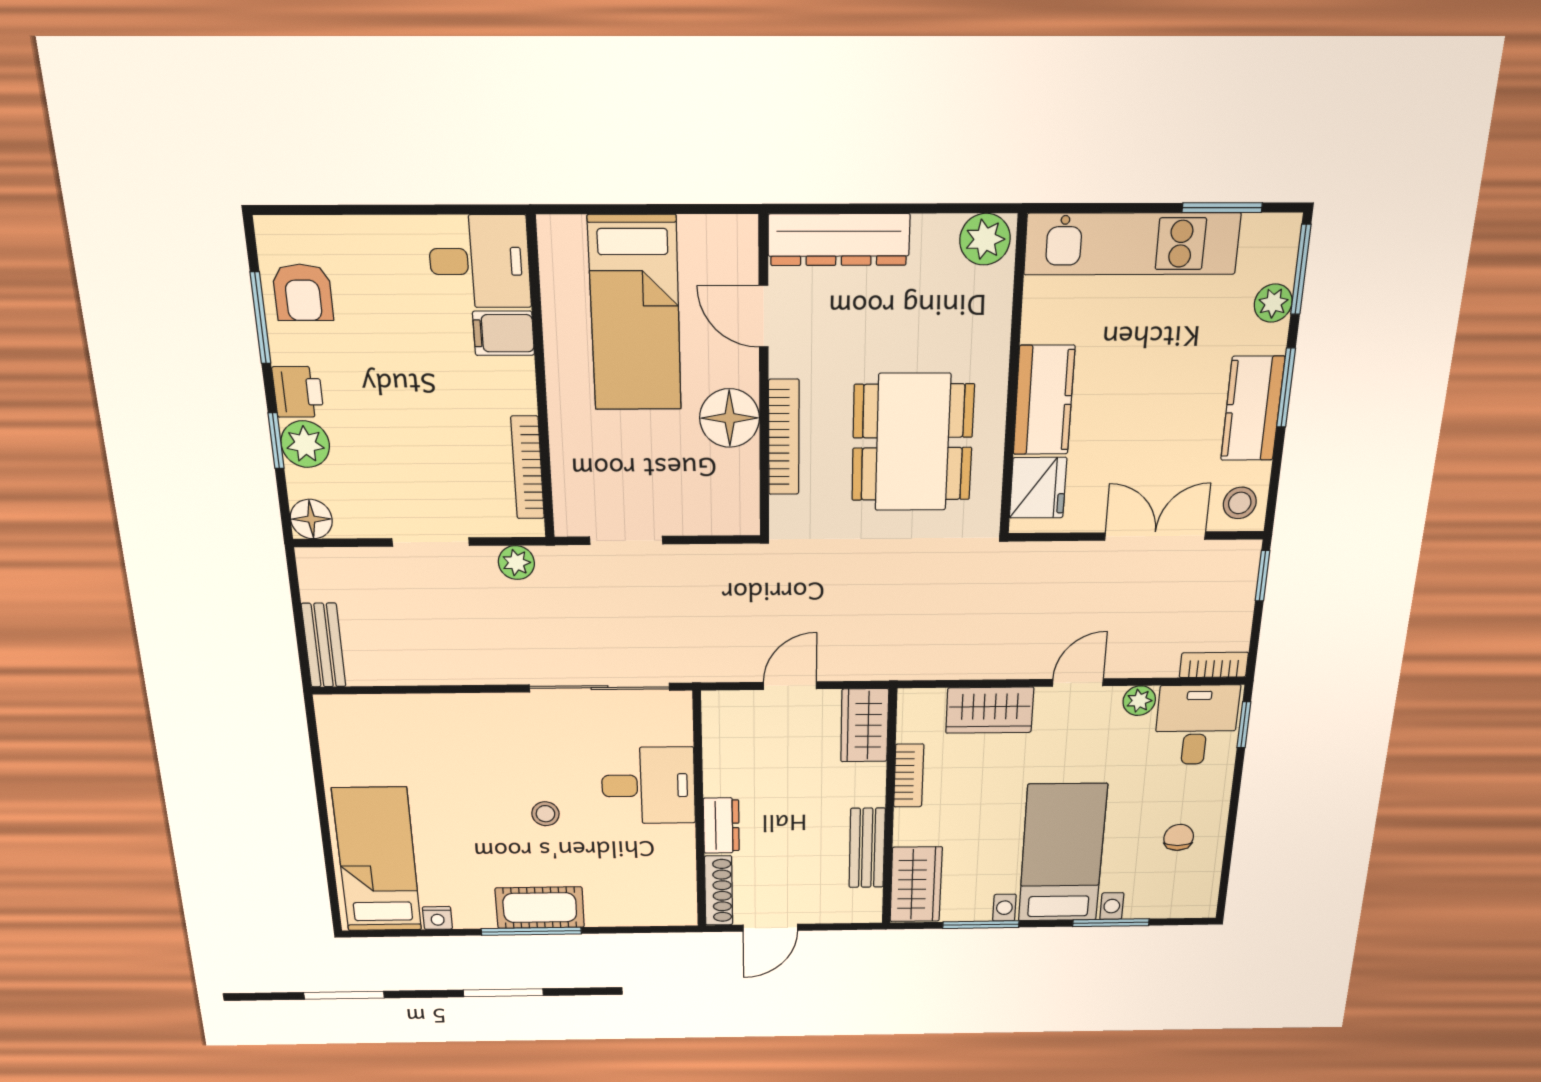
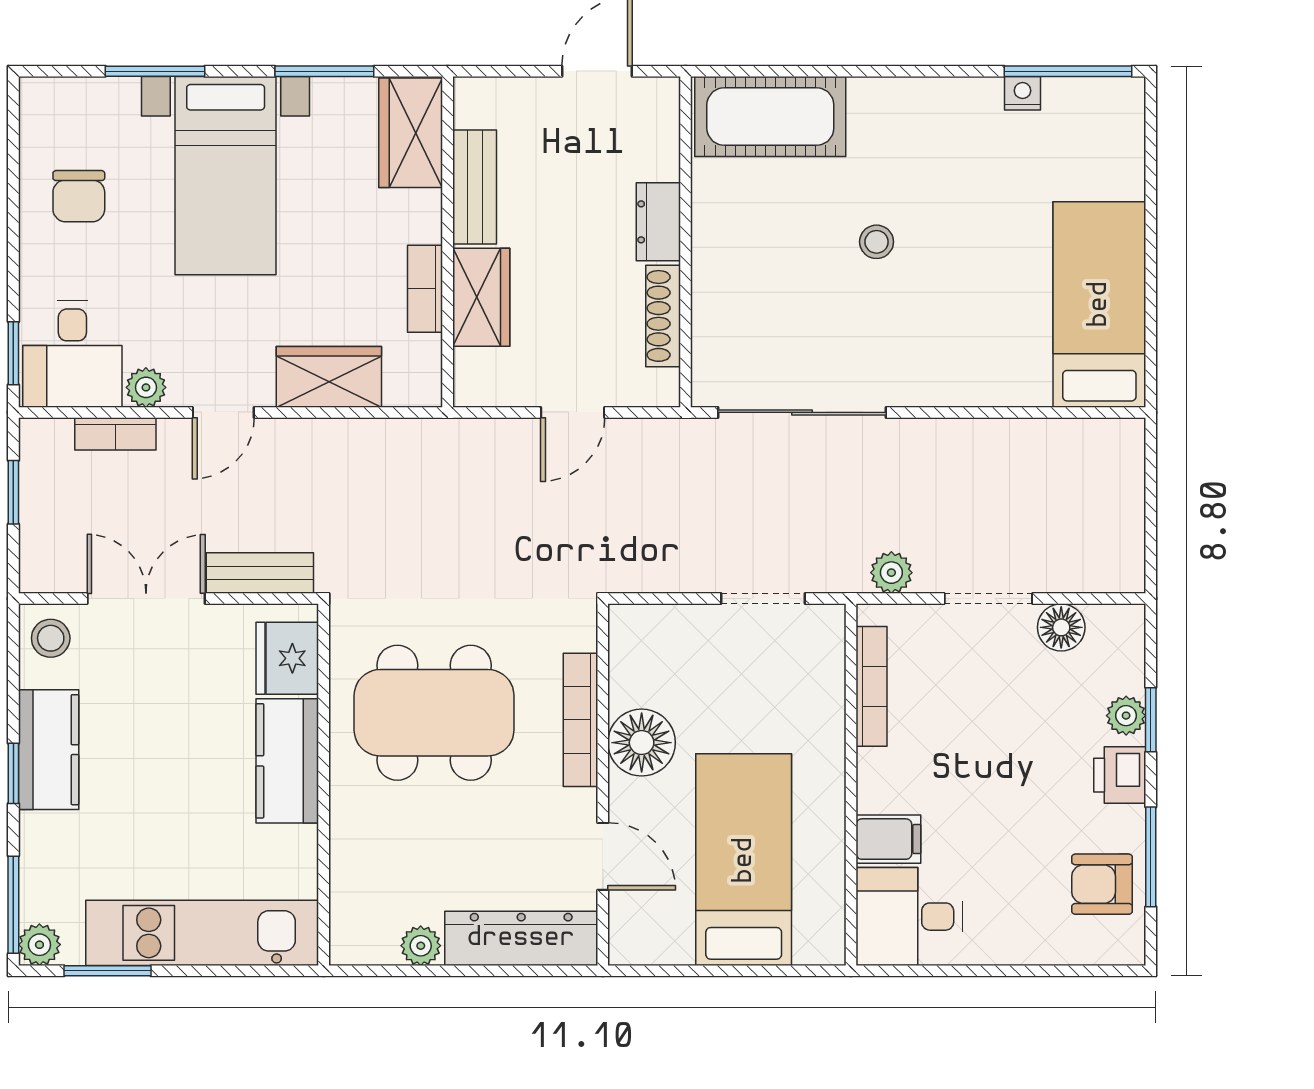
plant: (985, 239) -> (421, 946), moved, width x0.73, depth x0.73
armchair: (303, 293) -> (1102, 884), turned -90
plant: (1273, 303) -> (39, 945), moved
window: (1286, 388) -> (13, 773), width x0.67
dining table: (913, 443) -> (434, 713), turned 90
plant: (305, 444) -> (1126, 716), width x0.73, depth x0.73
floor lamp: (311, 519) -> (1061, 627), moved
double door: (1155, 536) -> (146, 599), swing flipped
window: (1262, 576) -> (13, 492), moved
bench: (324, 645) -> (260, 573), moved, turned 90
bookcase: (1214, 665) -> (115, 434), moved
wardrobe: (865, 725) -> (481, 297), moved
desk: (648, 786) -> (748, 279), removed
chair: (1179, 837) -> (79, 196), width x1.37, depth x1.37
bed: (377, 860) -> (1099, 304), moved, turned 180
shoe rack: (719, 891) -> (663, 316), moved
cot: (540, 908) -> (770, 116), moved, width x1.37, depth x1.34
window: (531, 931) -> (1068, 71), moved

